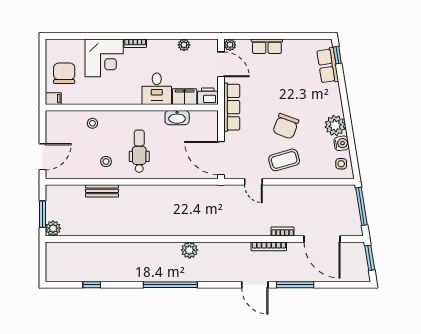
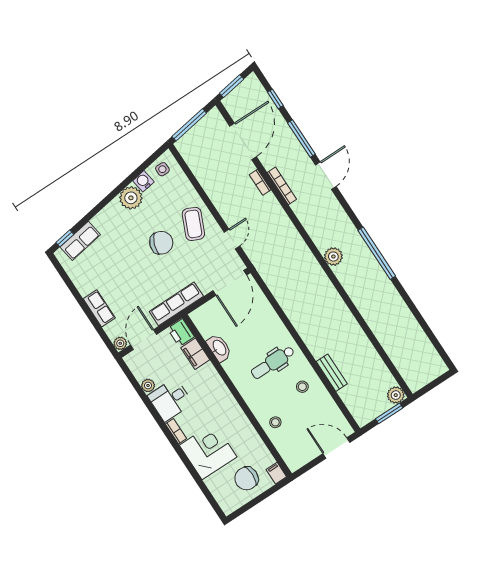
desk: (157, 89) -> (170, 400), moved, turned 180
coffee table: (284, 160) -> (193, 224), turned 40
window: (92, 285) -> (275, 99), moved

